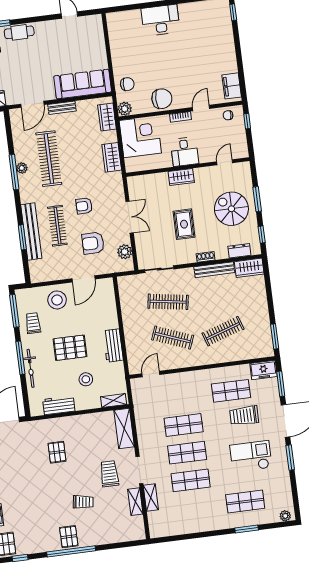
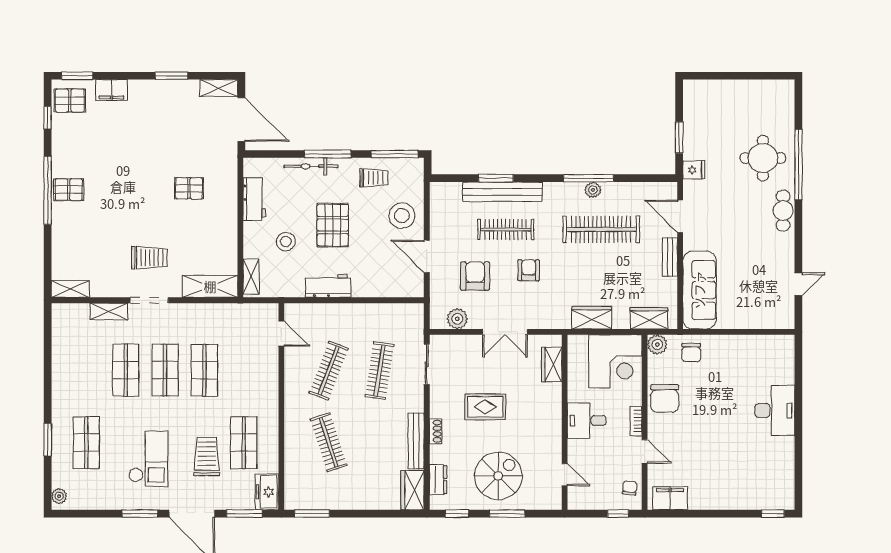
wardrobe: (181, 177) -> (552, 364), moved
trolley: (83, 502) -> (115, 216), removed
shelving: (135, 502) -> (70, 289), moved

